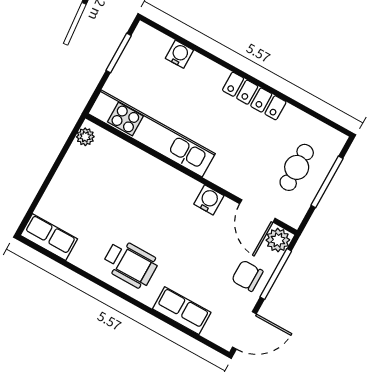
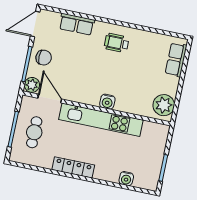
kitchen unit: (152, 134) -> (101, 120), moved
plant: (85, 137) -> (164, 105), width x1.88, depth x1.88
water cooler: (209, 200) -> (107, 102), moved
row of seats: (49, 237) -> (176, 60), moved, turned 90
wheelchair: (130, 264) -> (117, 43), width x0.73, depth x0.73

